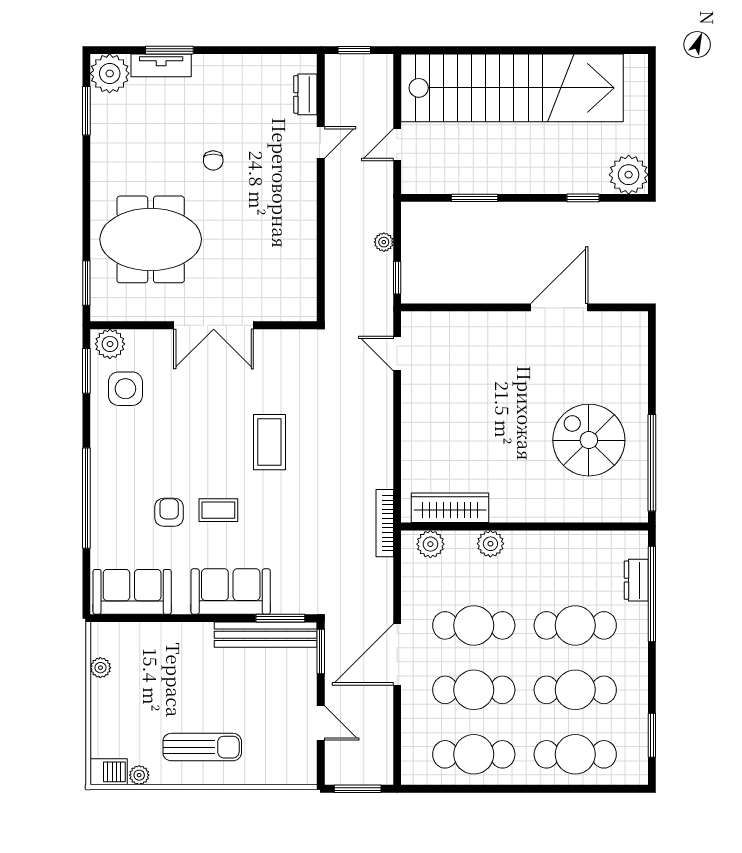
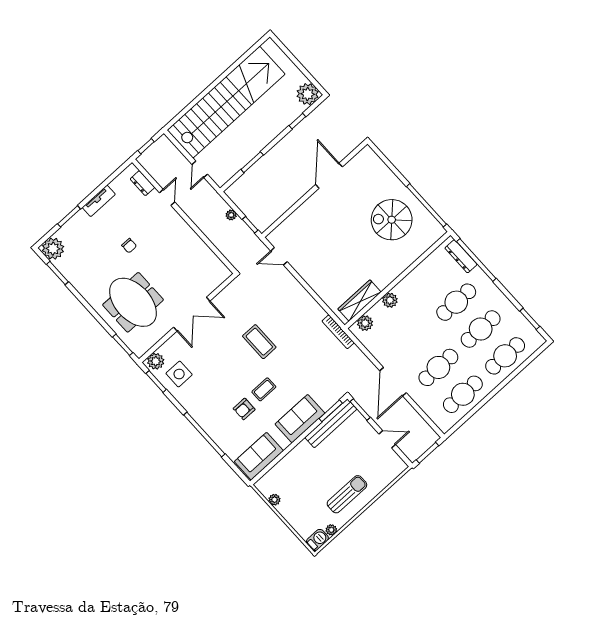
tv unit: (161, 65) -> (99, 201), moved
meeting table: (151, 239) -> (133, 302), turned 90
armchair: (169, 512) -> (244, 409), turned -90
dresser: (636, 580) -> (461, 256), width x1.44
cafe table: (474, 625) -> (414, 341), removed

